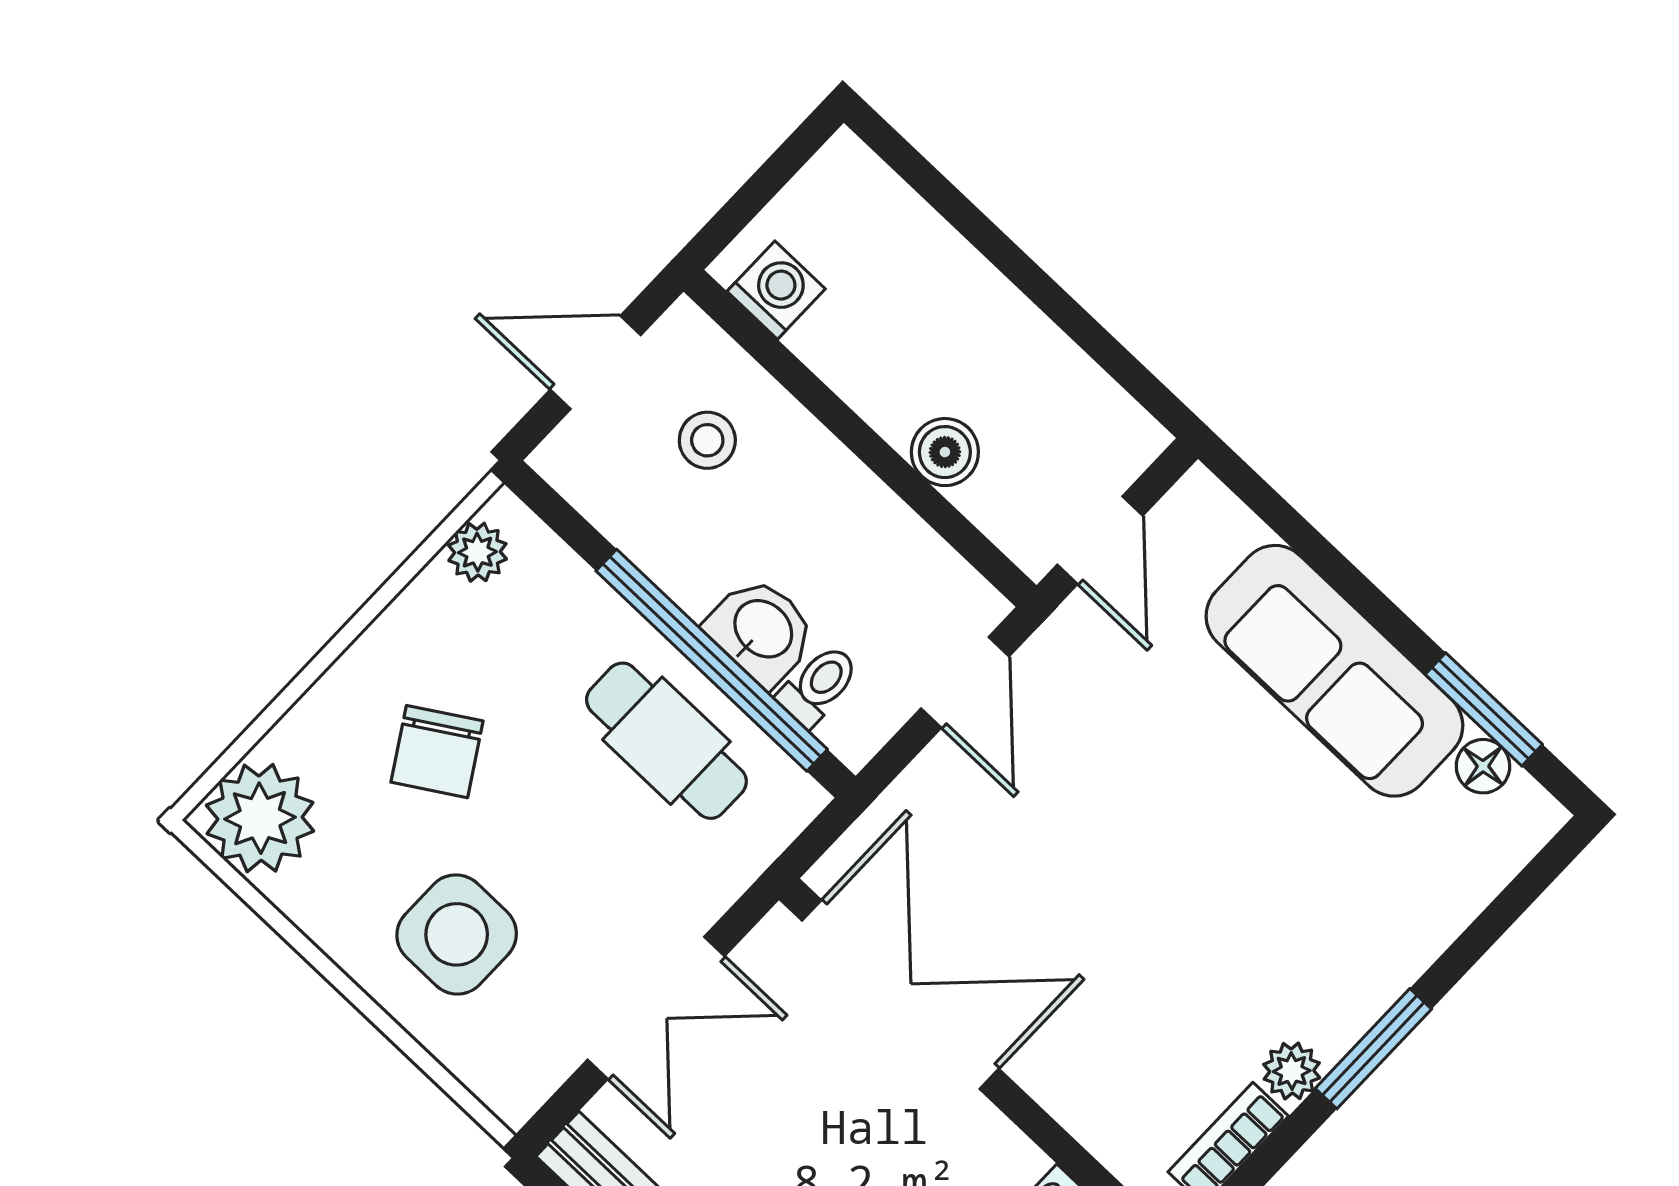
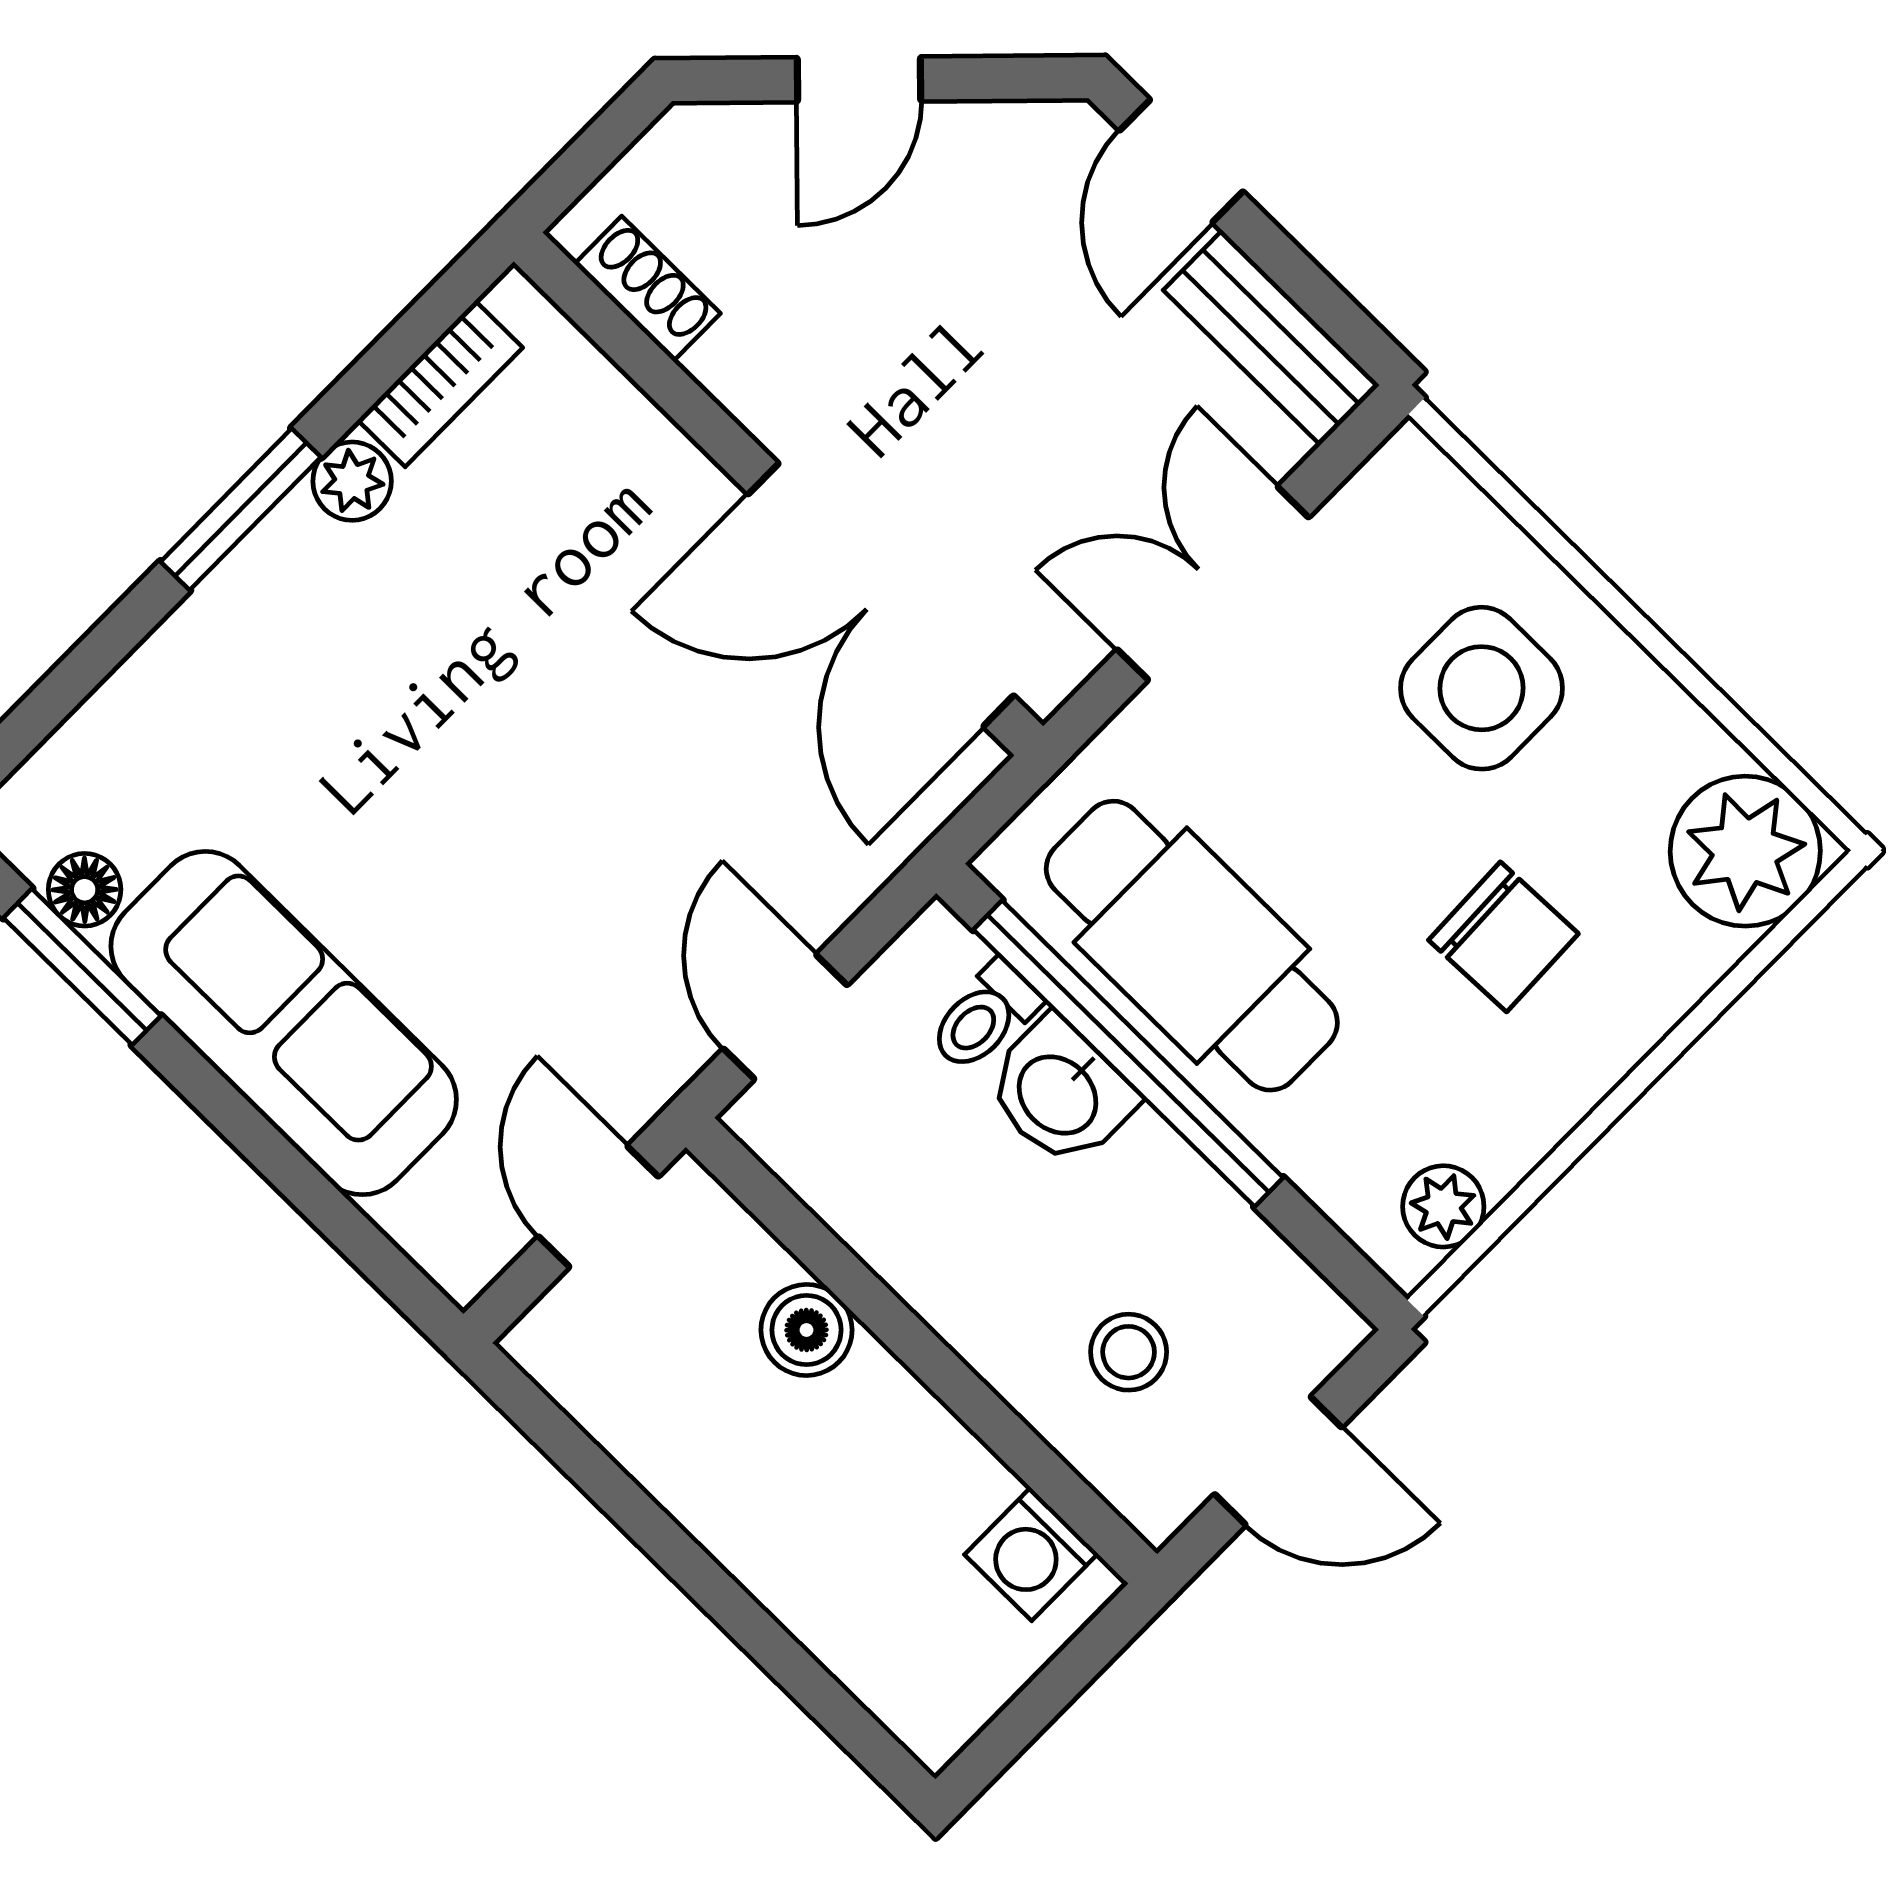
cafe table: (666, 741) -> (1192, 946), width x1.37, depth x1.35
chair: (437, 752) -> (1503, 937), turned 120

